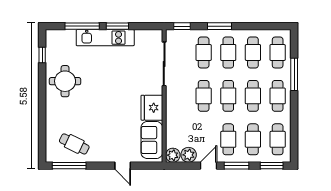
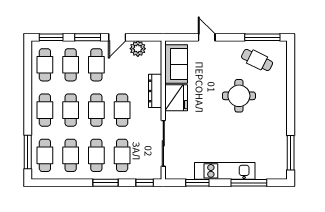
window: (117, 26) -> (197, 183), moved
window: (42, 55) -> (291, 153), width x2.17
window: (294, 74) -> (28, 152), moved
round table: (65, 81) -> (239, 96), moved
dresser: (172, 114) -> (155, 91), added
plant: (173, 155) -> (154, 48), removed

